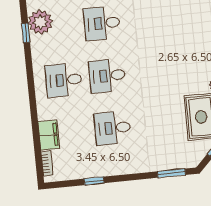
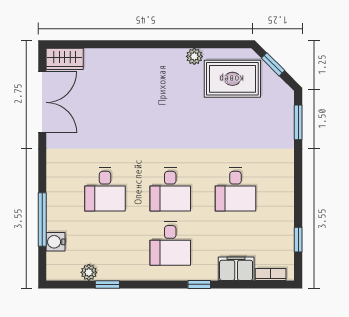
plant: (40, 22) -> (89, 272), width x0.53, depth x0.53
window: (33, 107) -> (199, 284), added
window: (94, 181) -> (298, 240), moved

